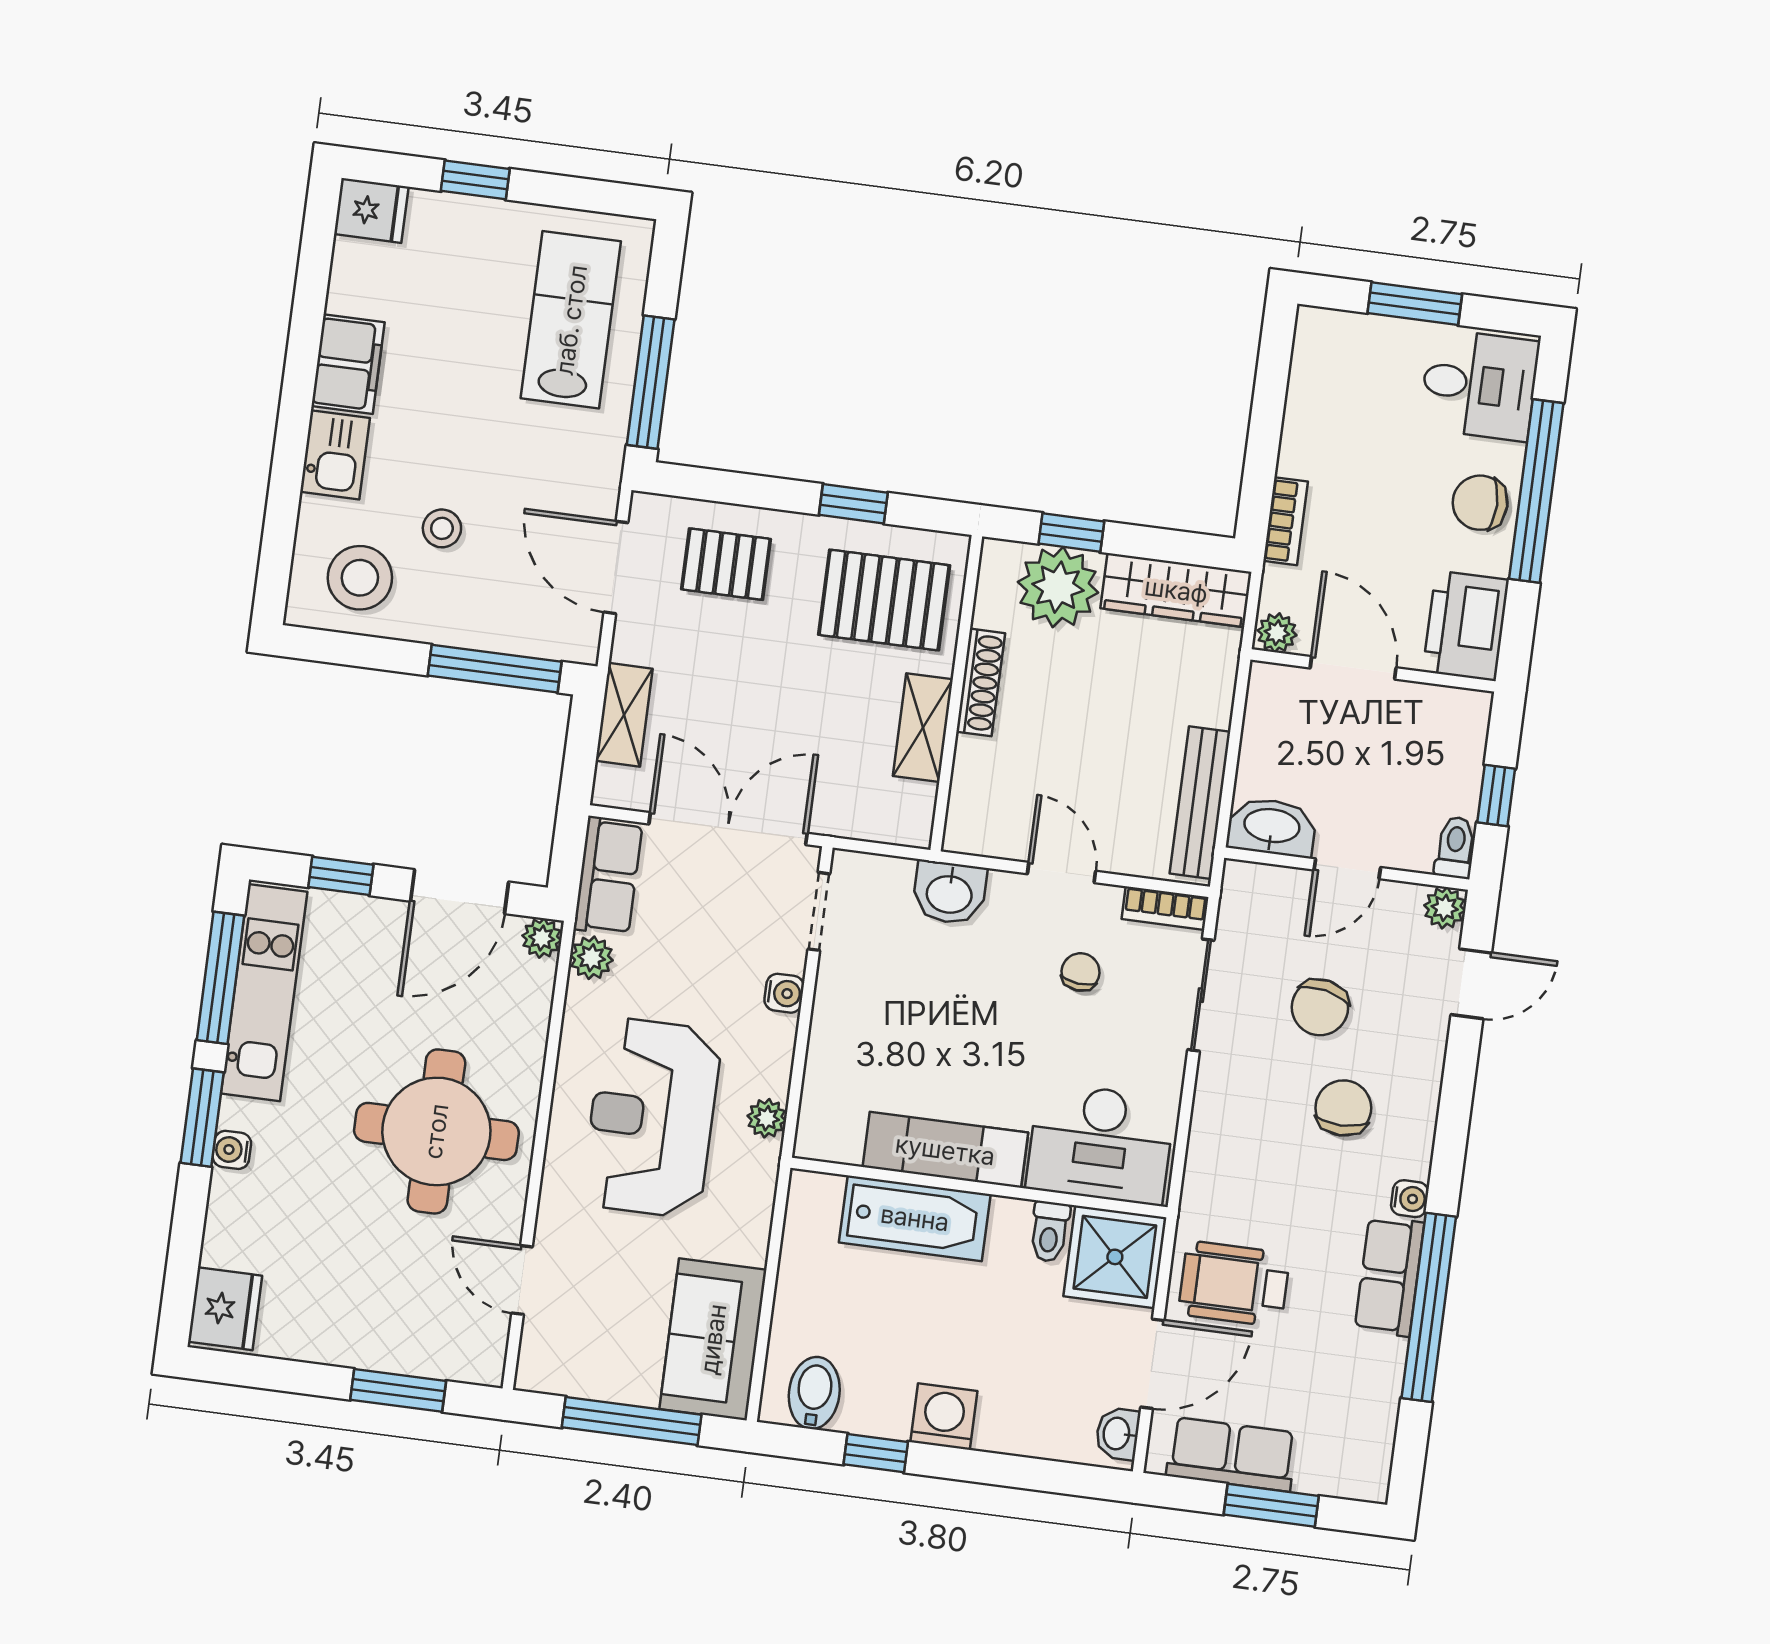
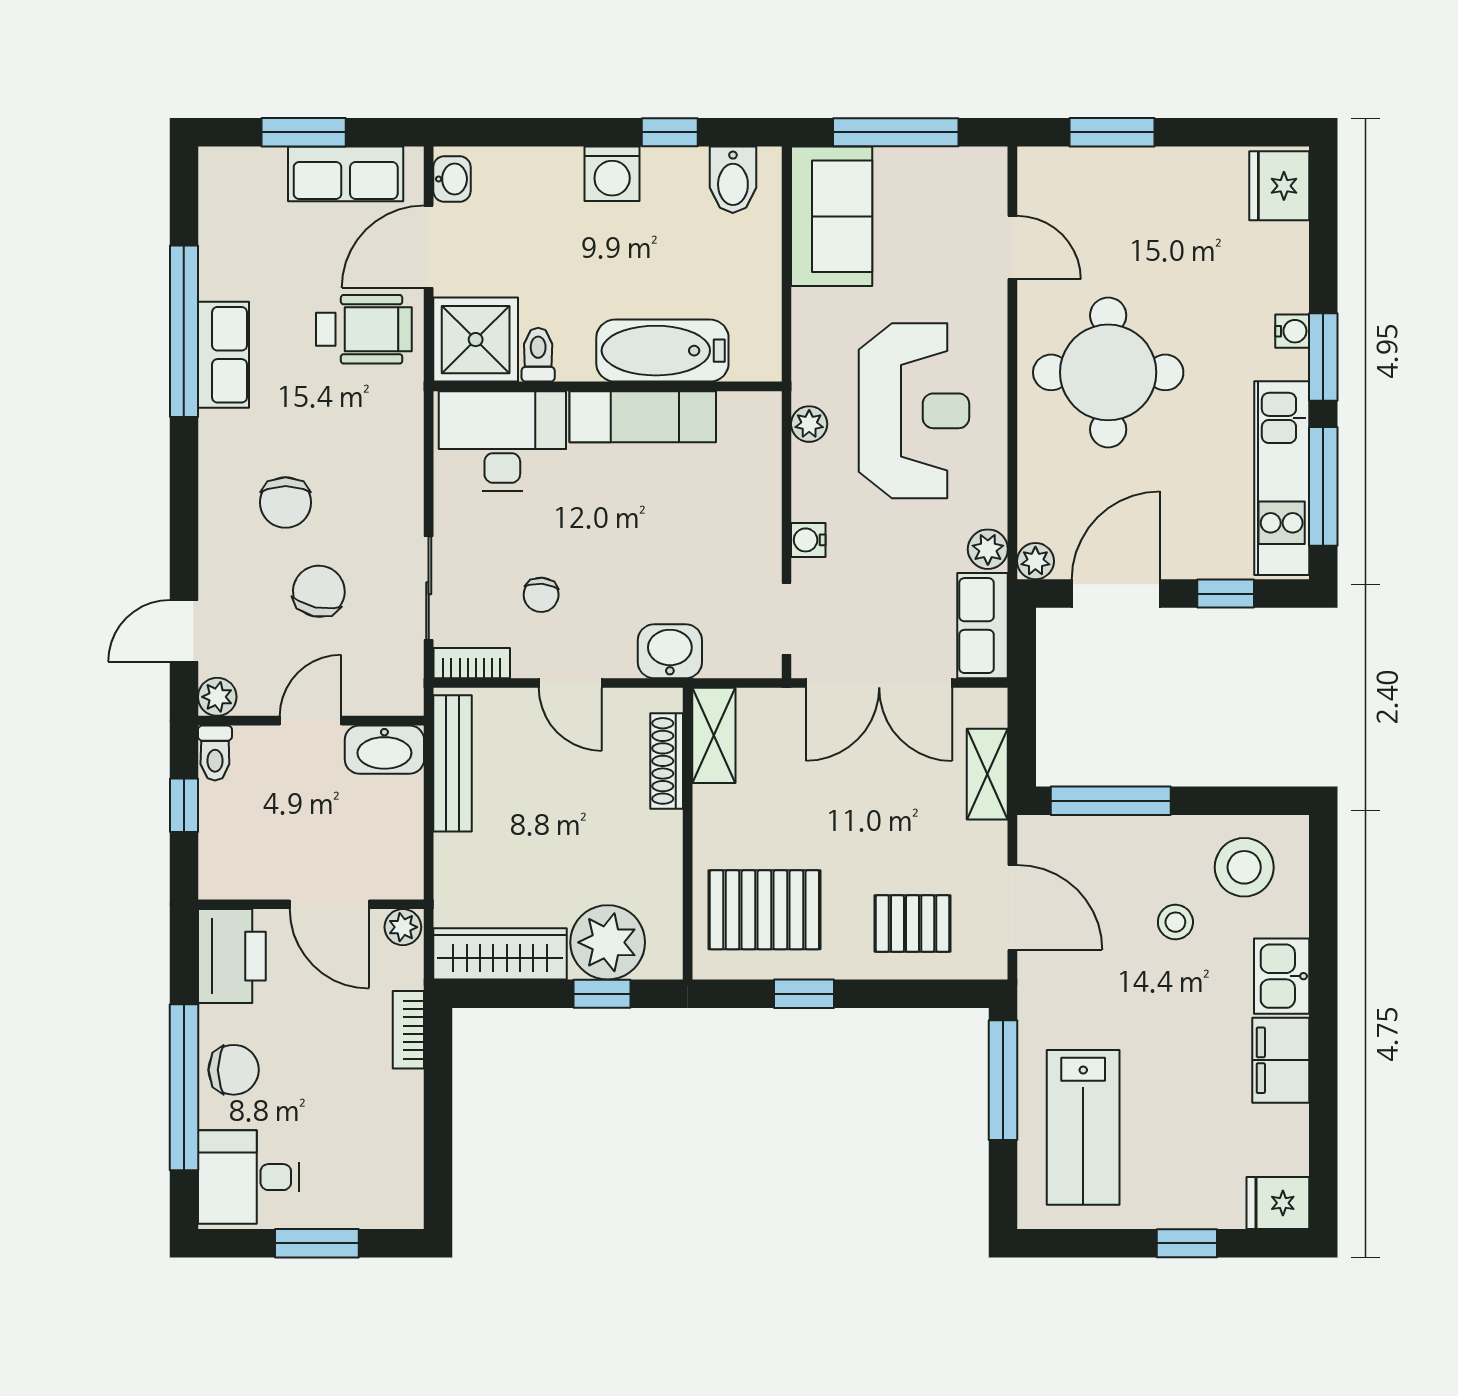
shoe rack: (981, 682) -> (667, 761), moved
shelving: (923, 728) -> (714, 735), moved
water cooler: (1410, 1199) -> (214, 428), removed

